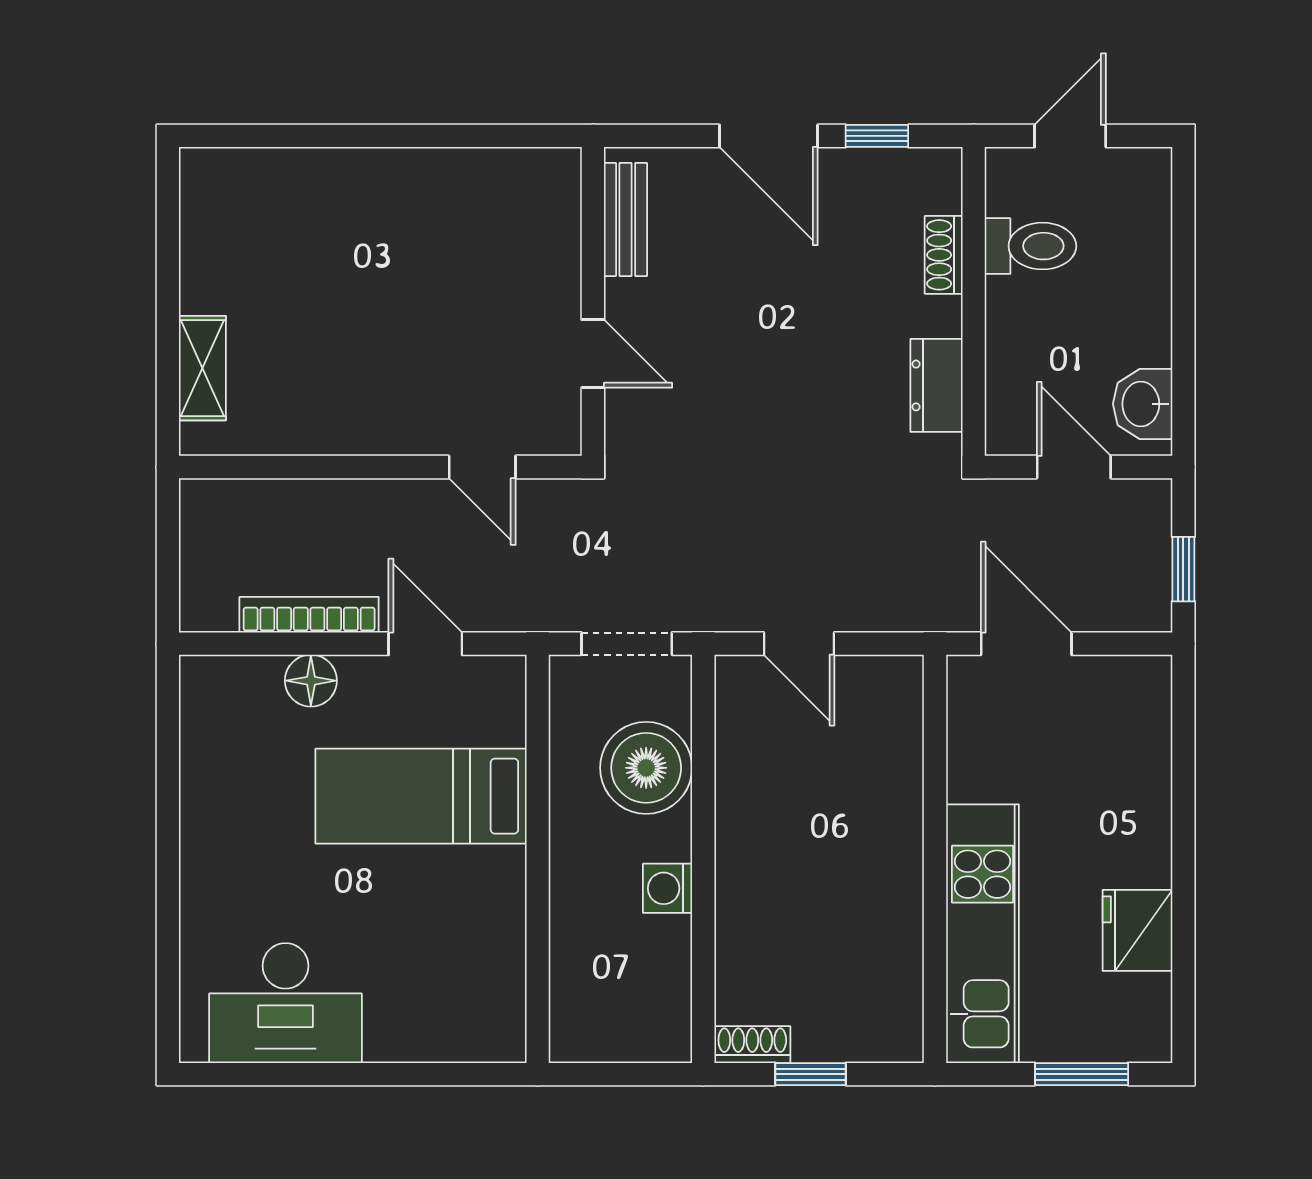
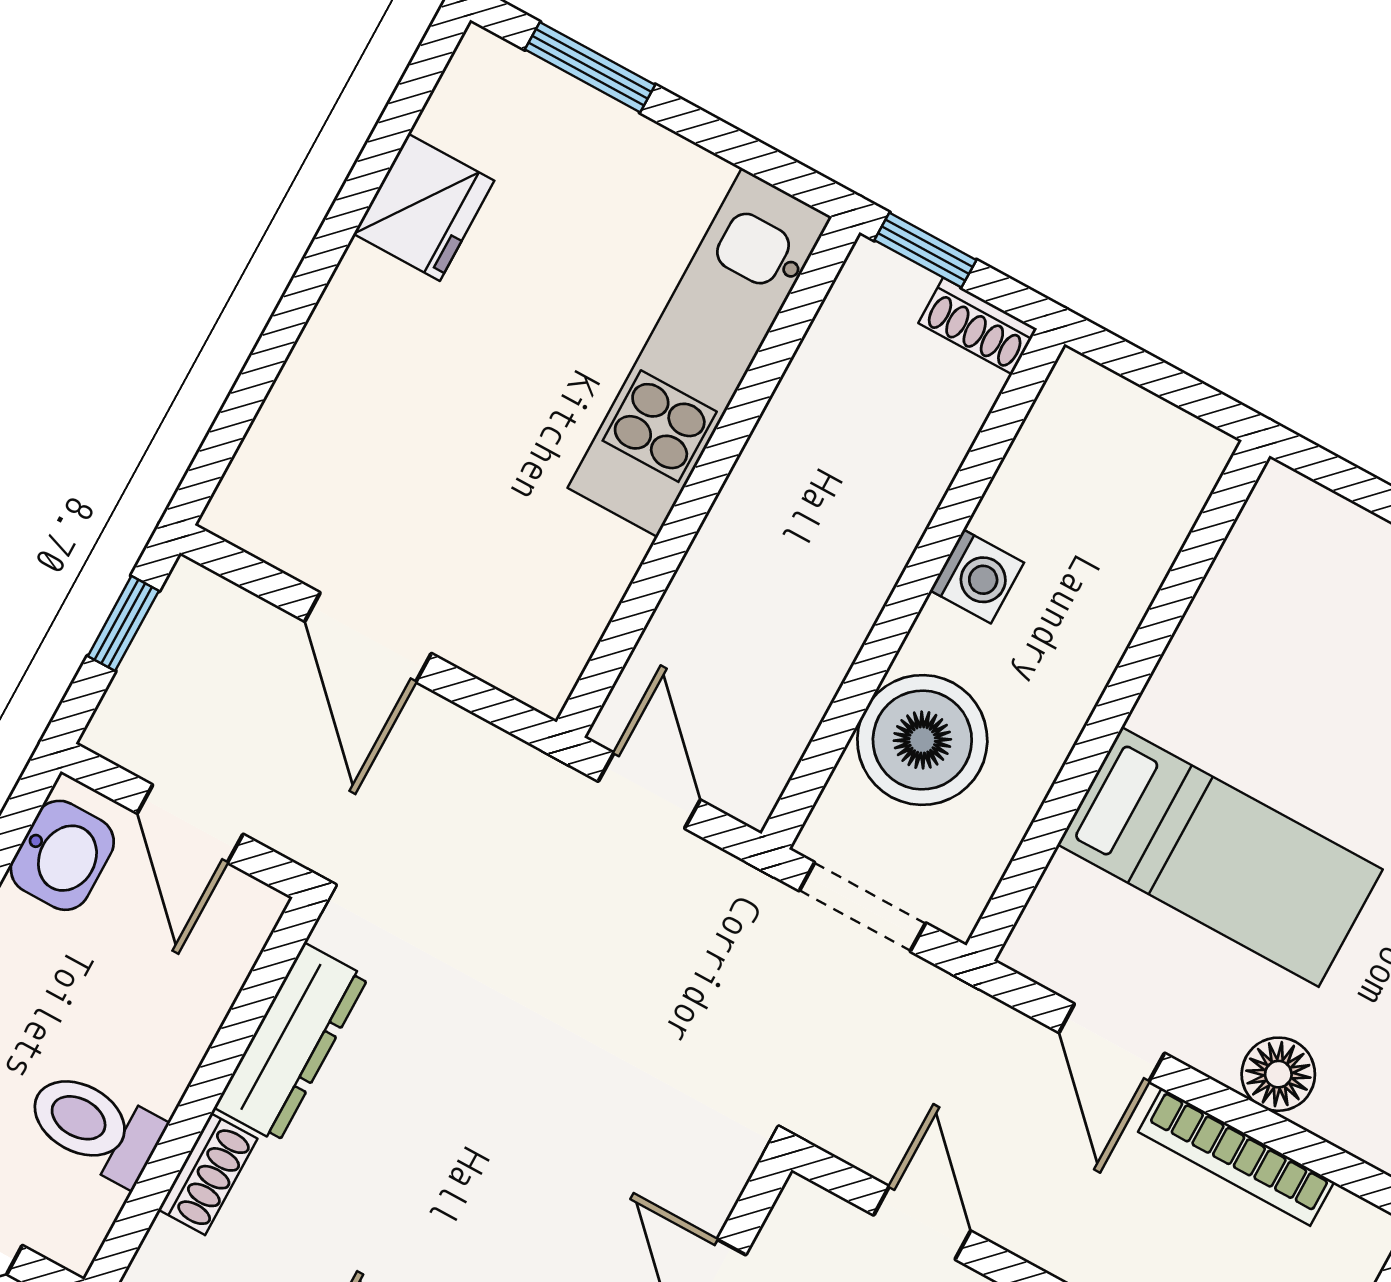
dresser: (936, 385) -> (291, 1043), width x1.44
wall: (935, 859) -> (708, 477), moved
kitchen unit: (983, 934) -> (700, 352), moved

